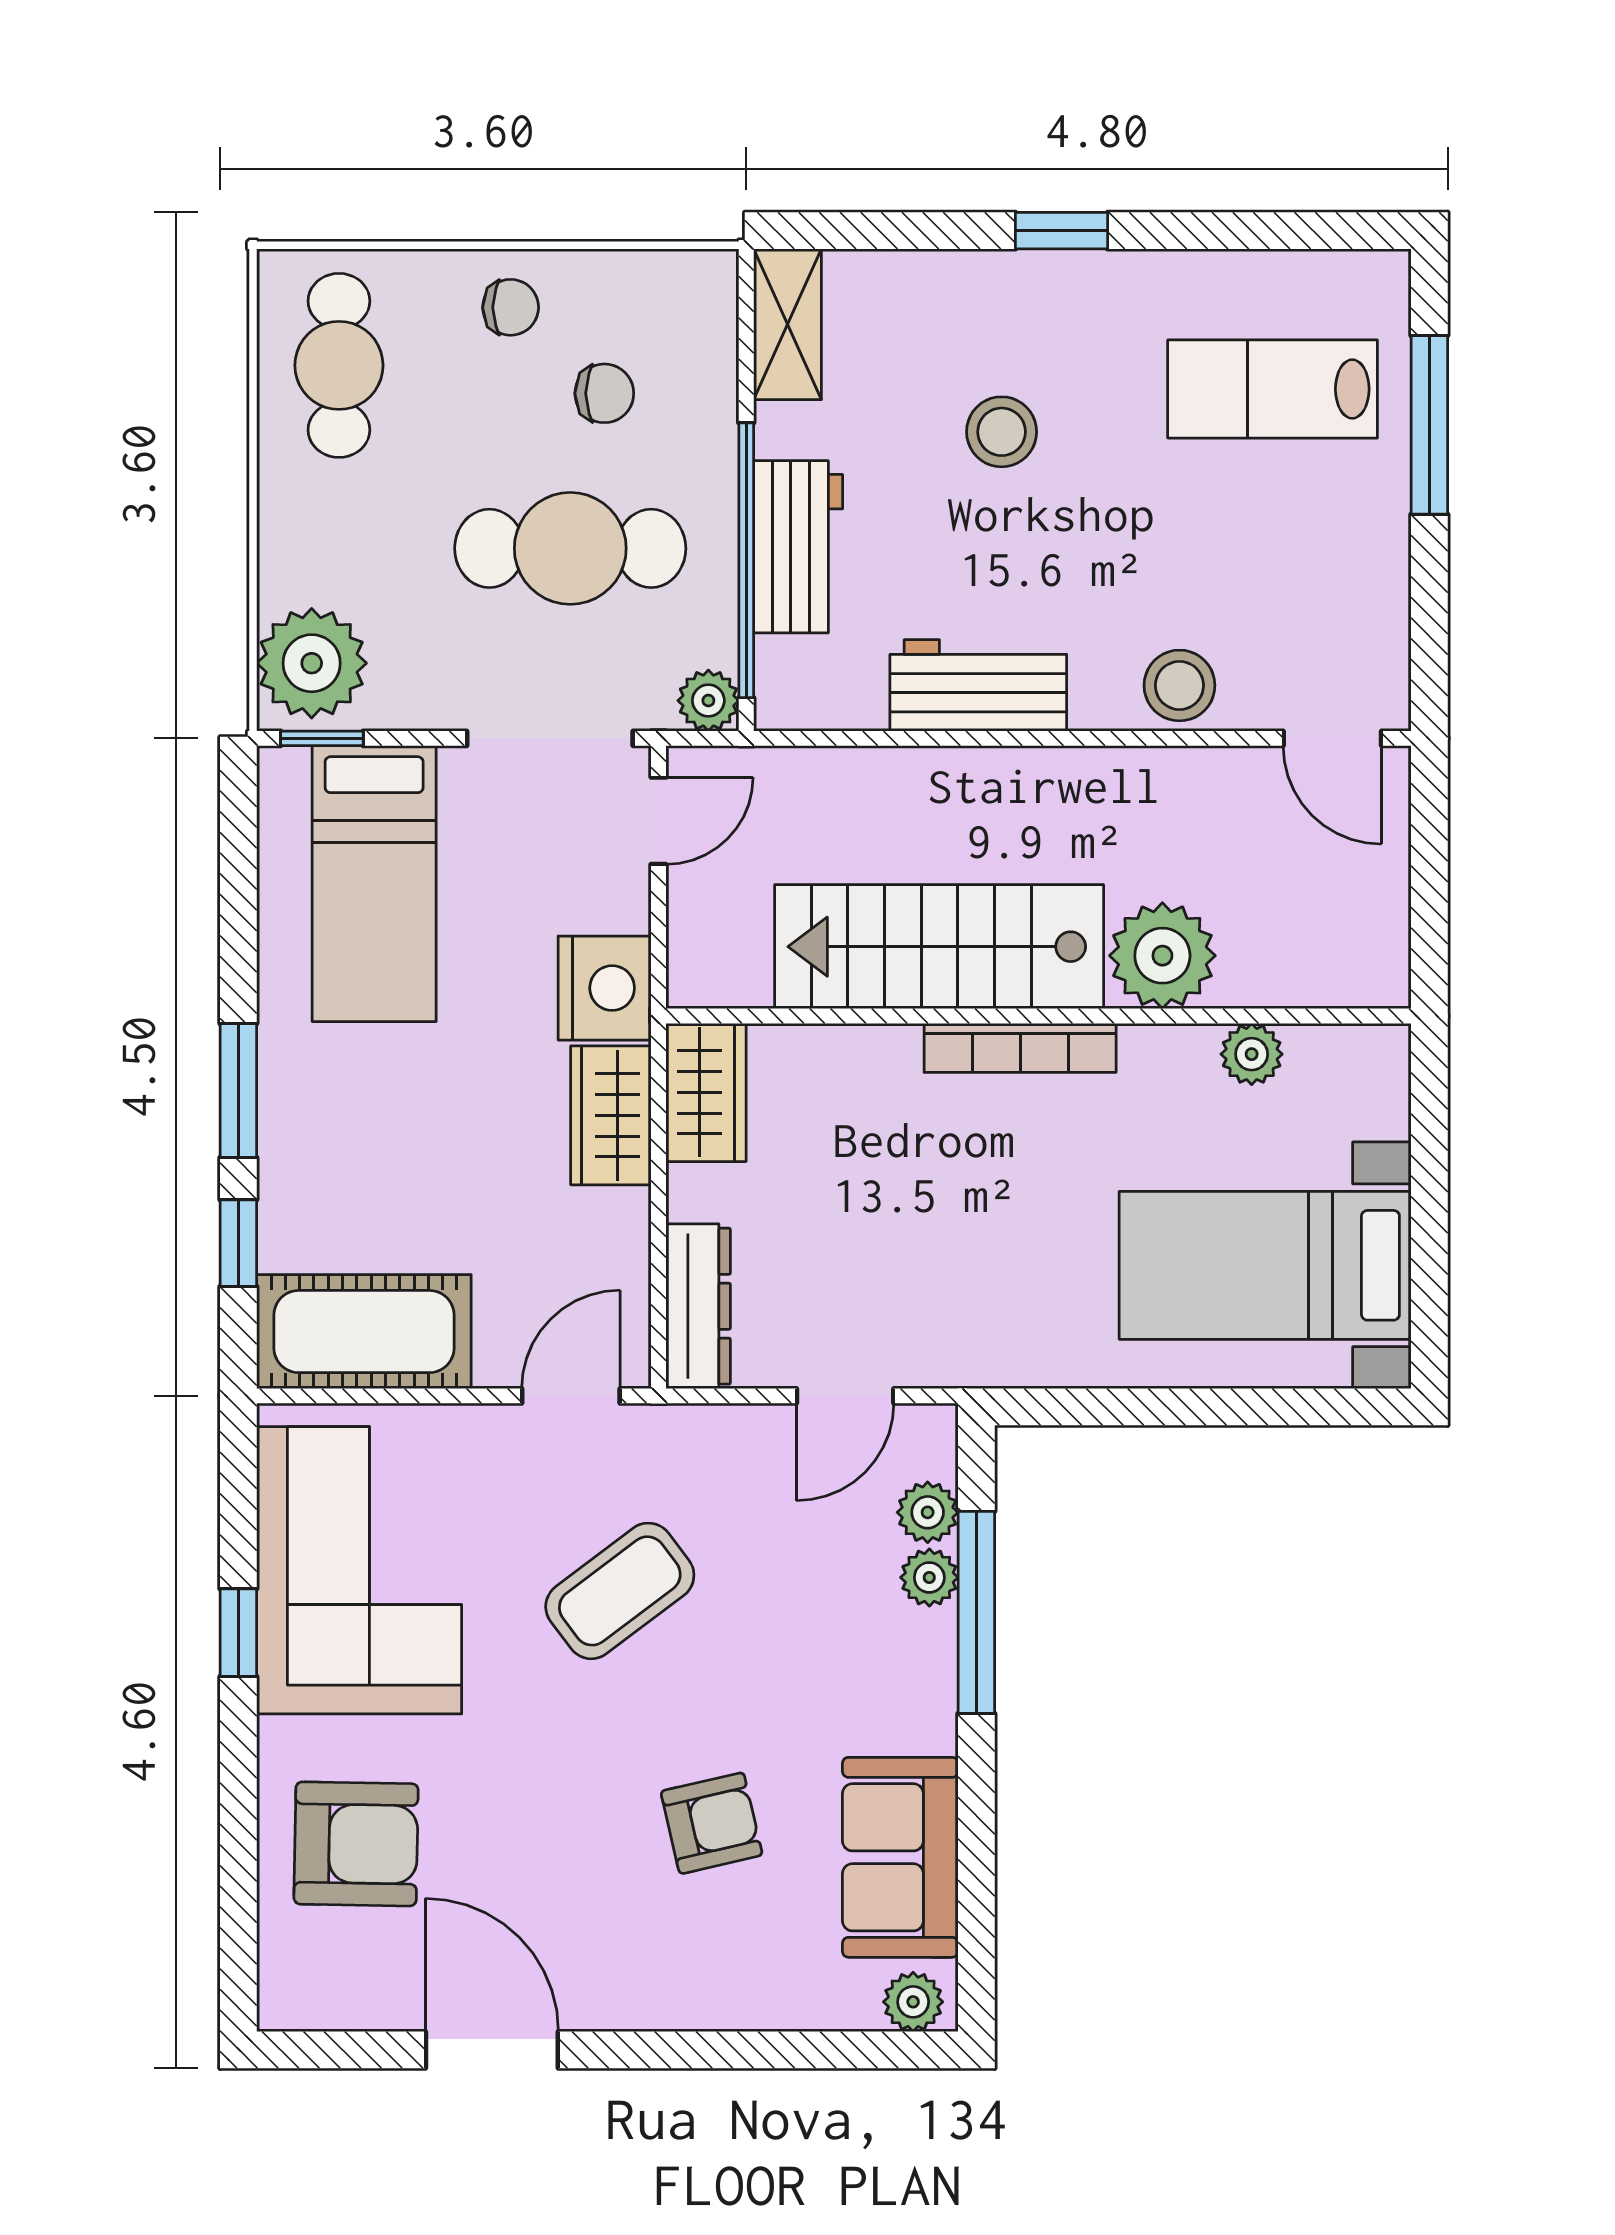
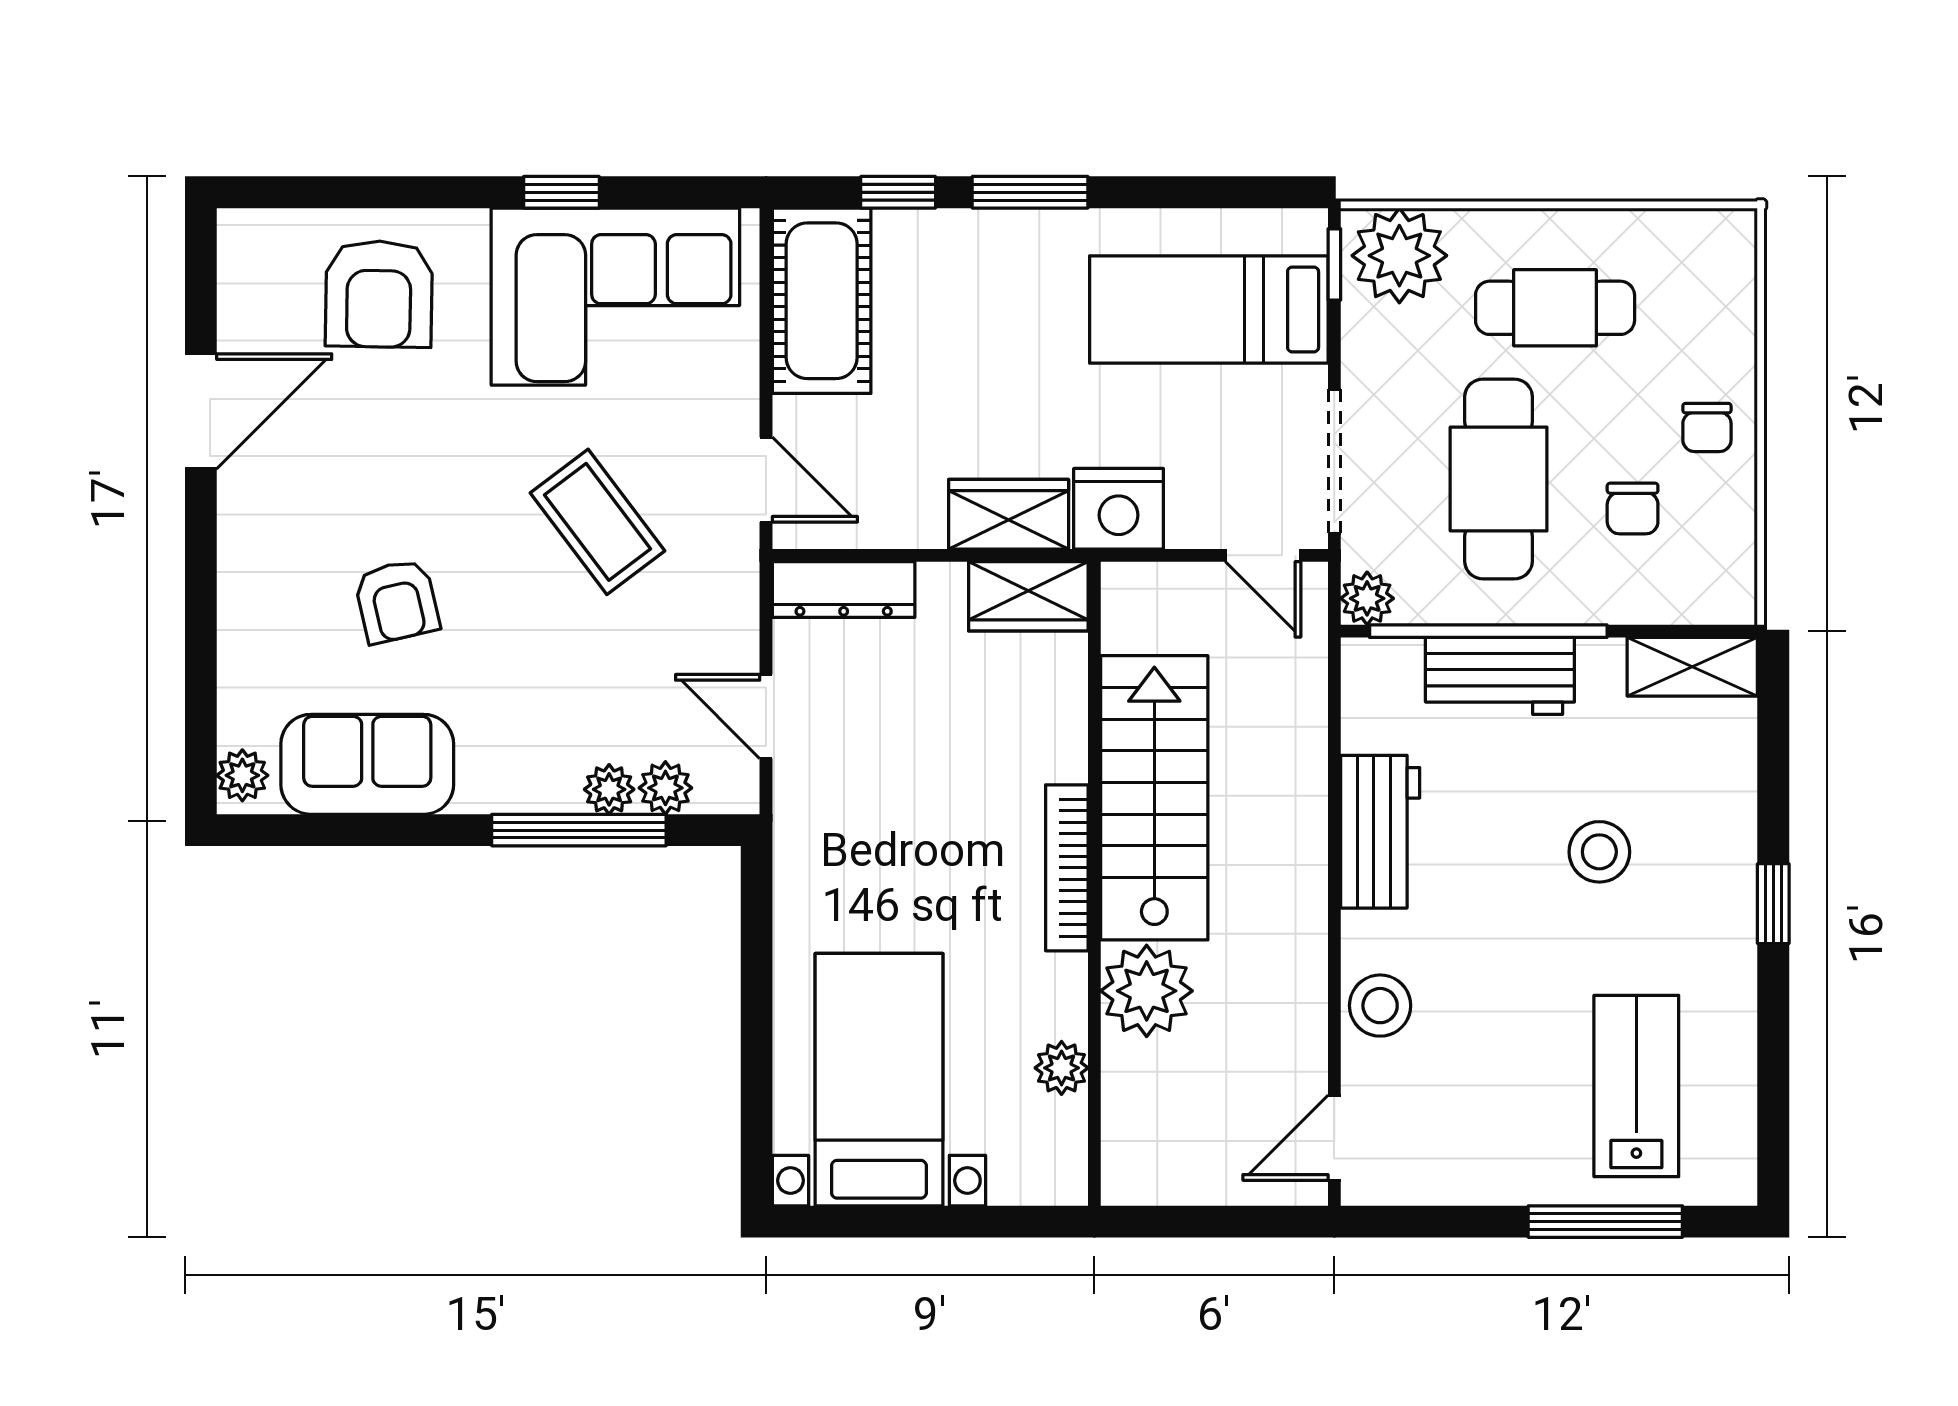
cafe table: (339, 365) -> (1555, 308), moved

